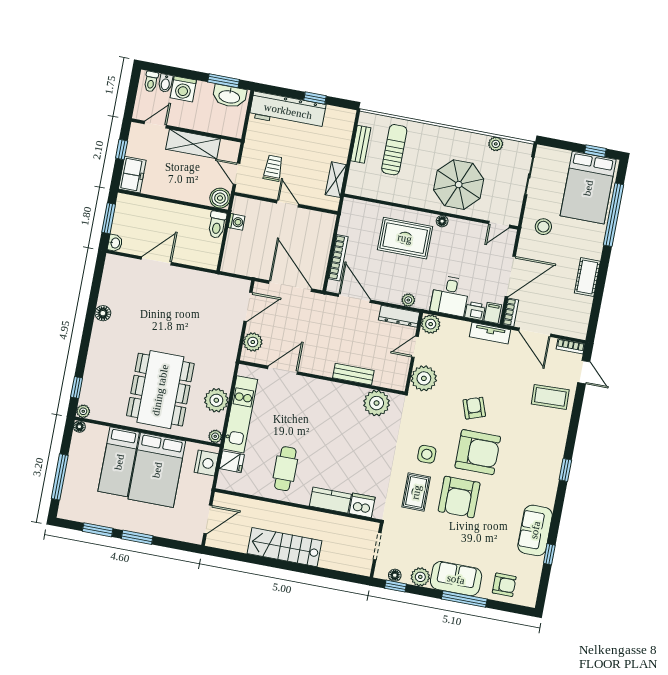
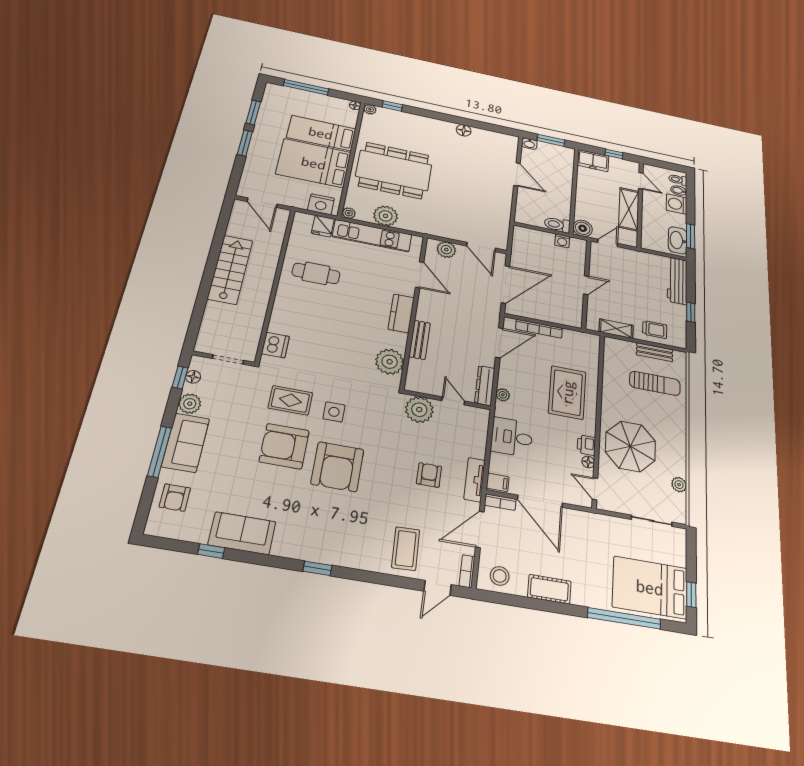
workbench: (288, 111) -> (677, 281), width x0.73, depth x0.76
trolley: (273, 168) -> (655, 330), moved
floor lamp: (442, 221) -> (588, 462), moved
stool: (543, 227) -> (500, 576), moved
printer: (475, 311) -> (586, 445), moved, turned 180
plant: (431, 324) -> (479, 417), removed
armchair: (474, 408) -> (429, 475), moved, turned -71
kitchen counter: (330, 500) -> (401, 313), moved, turned 180

